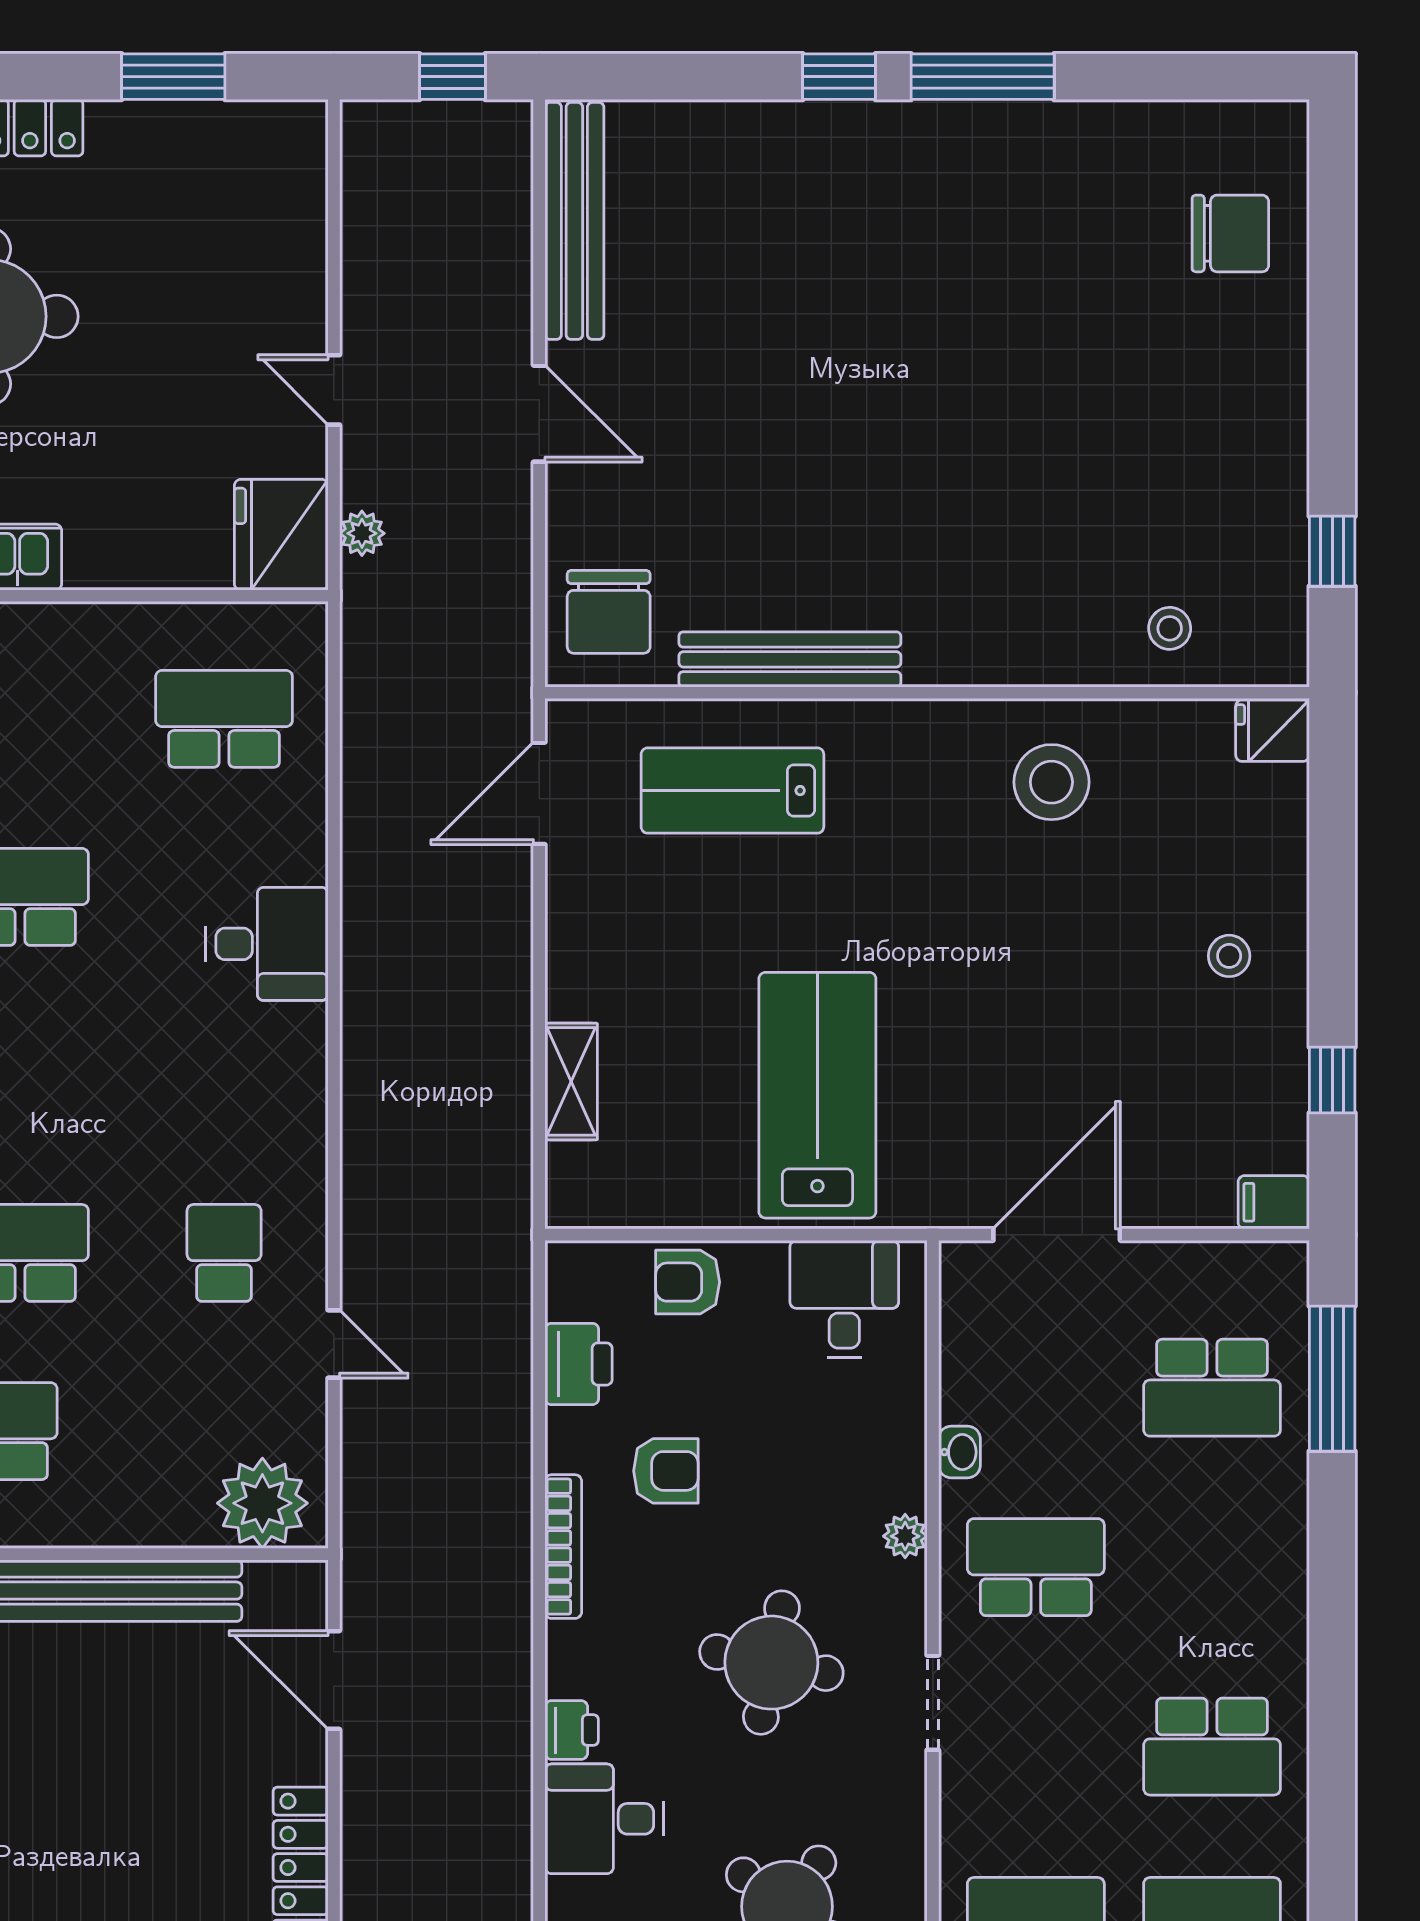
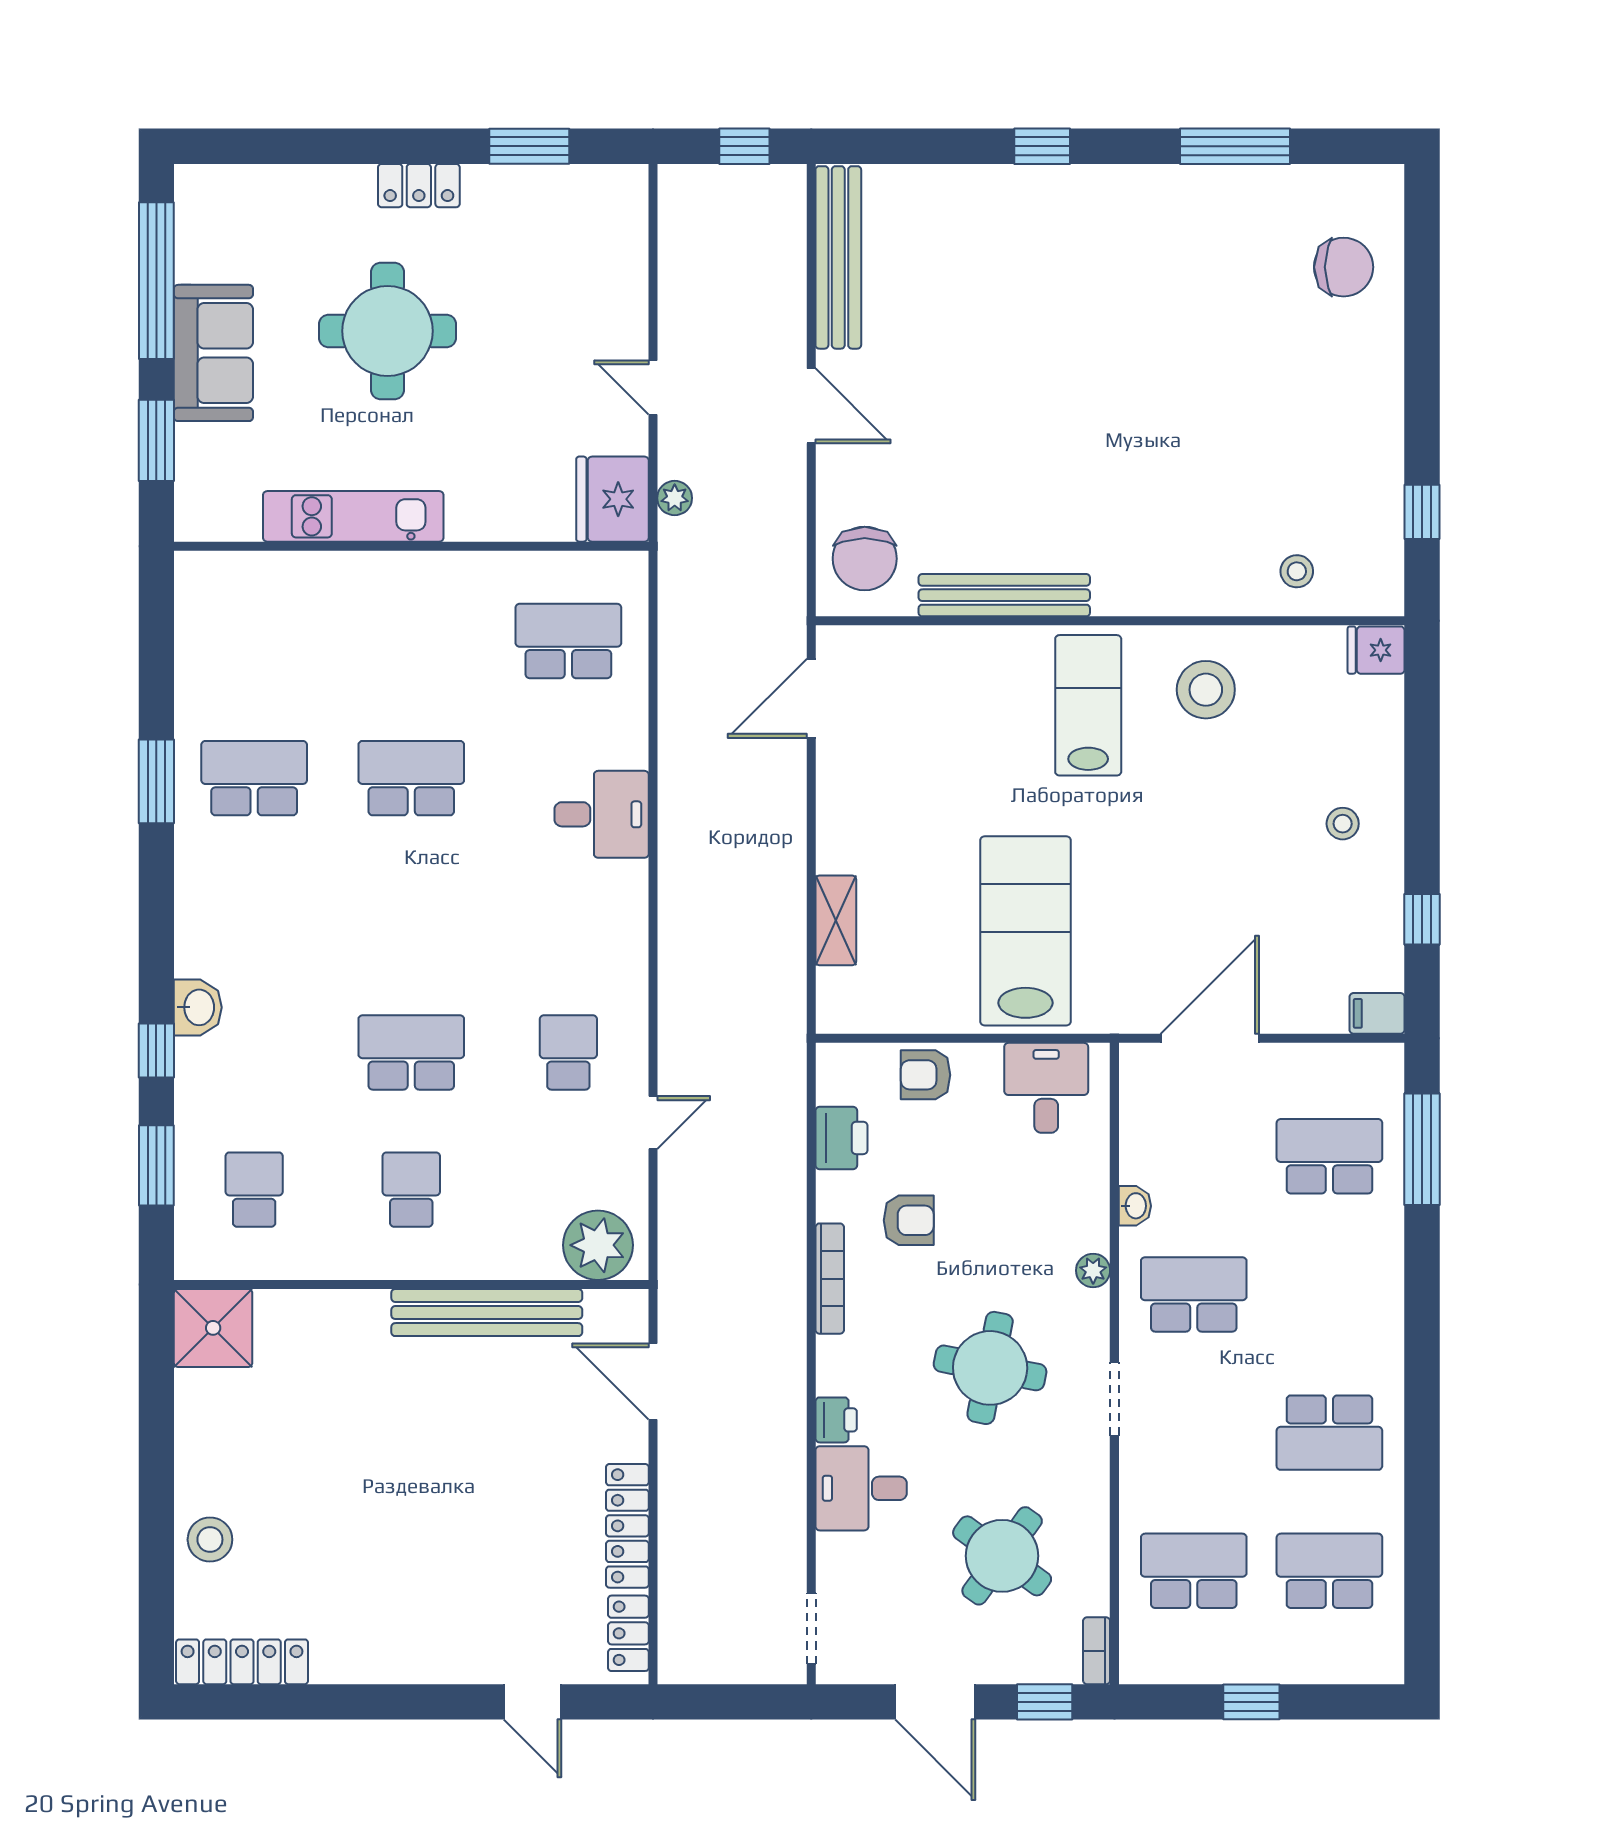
window: (983, 77) -> (1235, 146), moved
lab bench: (732, 791) -> (1088, 705), moved, turned 90
door: (334, 1344) -> (653, 1123), hinge flipped
school desk: (1212, 1388) -> (1329, 1156), turned 180

